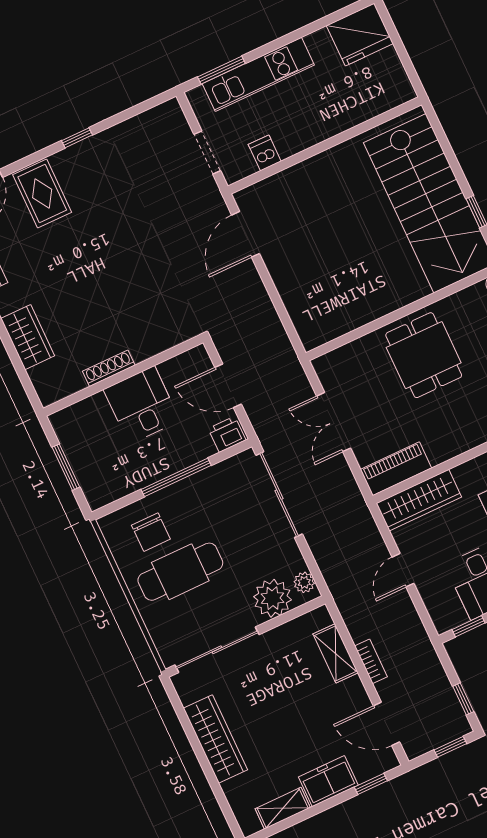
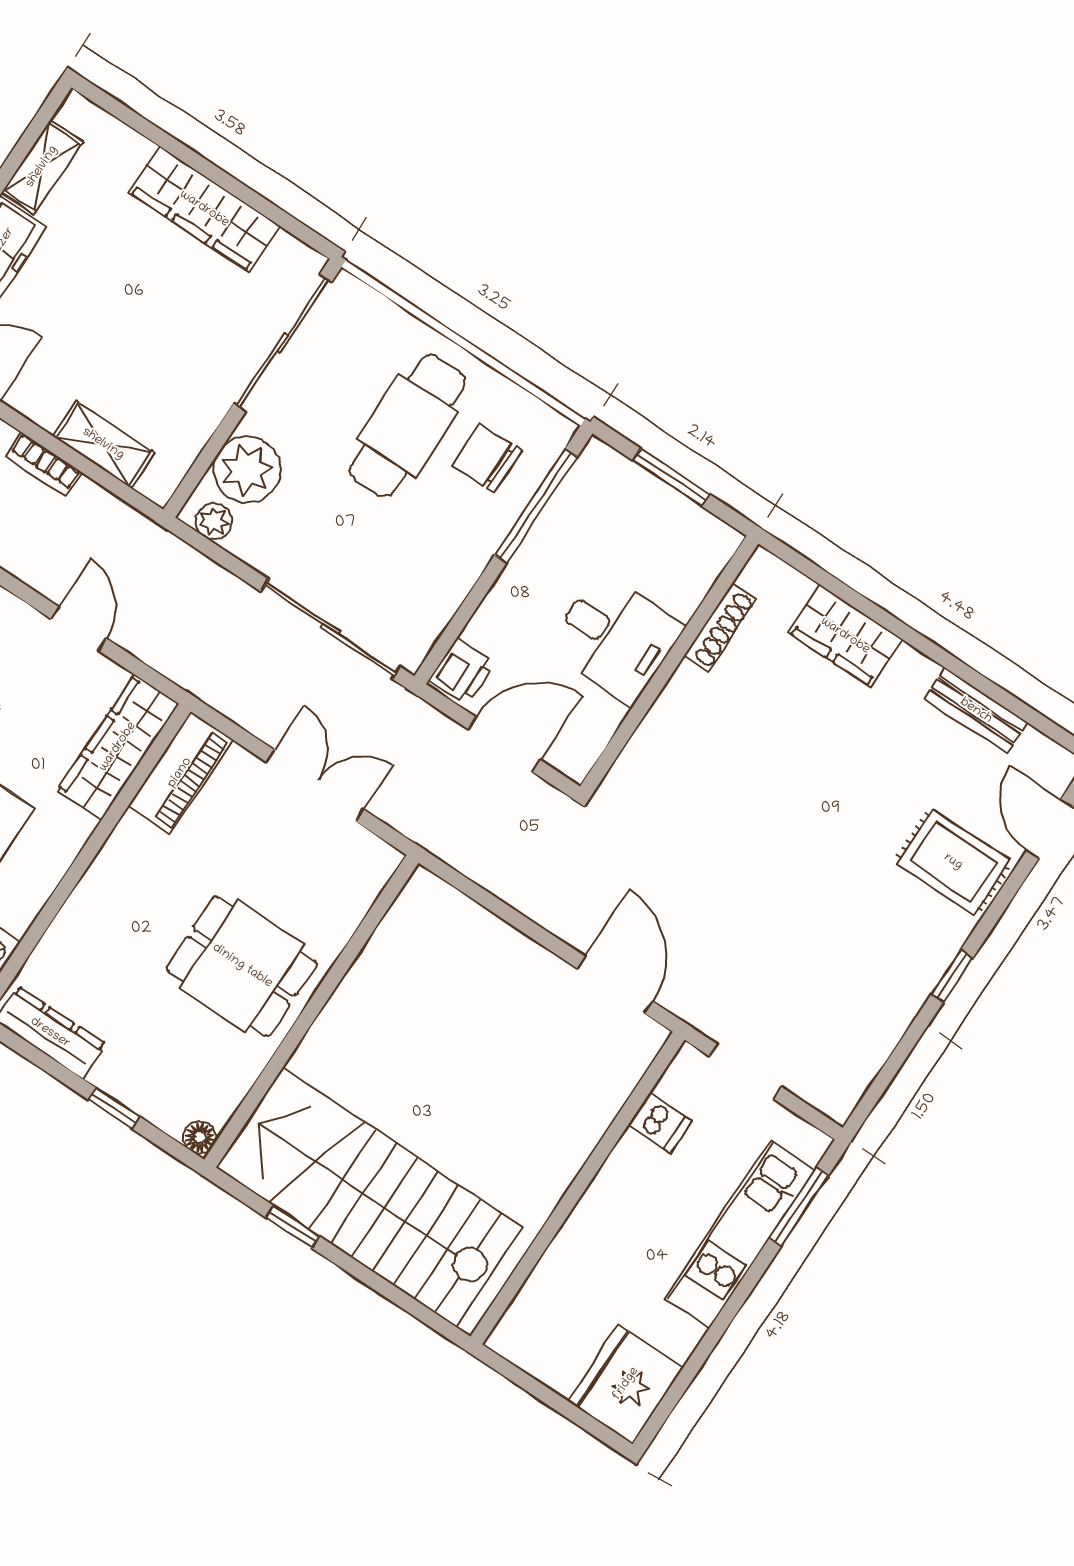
shoe rack: (109, 368) -> (720, 628), moved
window: (176, 477) -> (536, 506), moved

